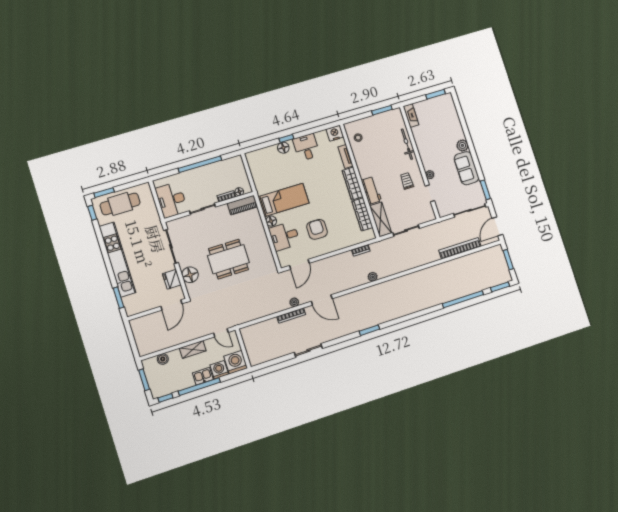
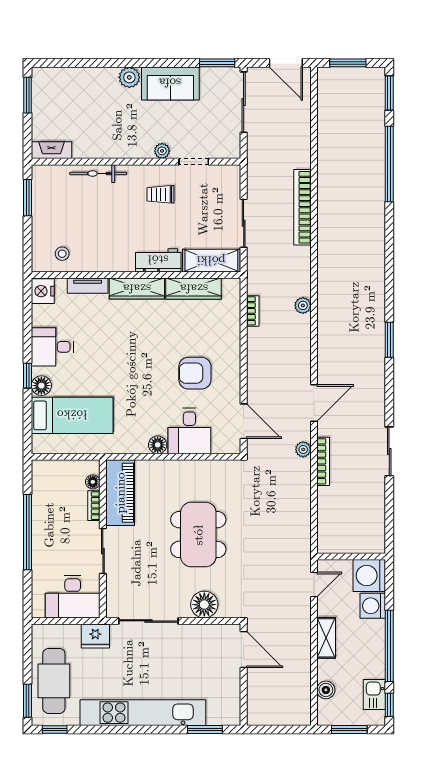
bed: (284, 200) -> (72, 415), moved, turned 90
piano: (242, 205) -> (120, 493), width x1.37, depth x1.33
bookcase: (460, 248) -> (302, 207), moved
fridge: (172, 279) -> (95, 636), moved
kitchen sink: (203, 376) -> (374, 695), moved

